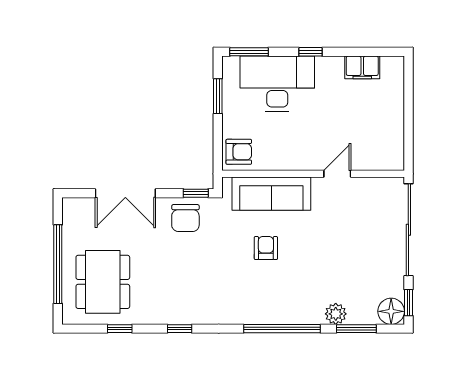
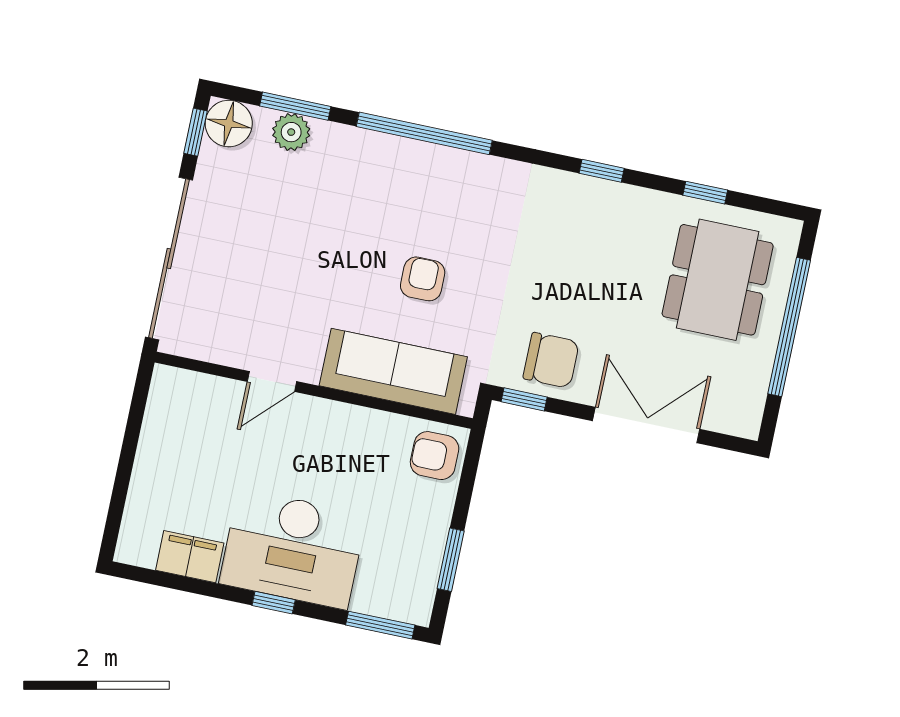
desk: (277, 84) -> (293, 549), moved
chair: (185, 218) -> (551, 360), turned 90
armchair: (266, 248) -> (423, 279), turned 180
plant: (336, 314) -> (291, 132), moved

